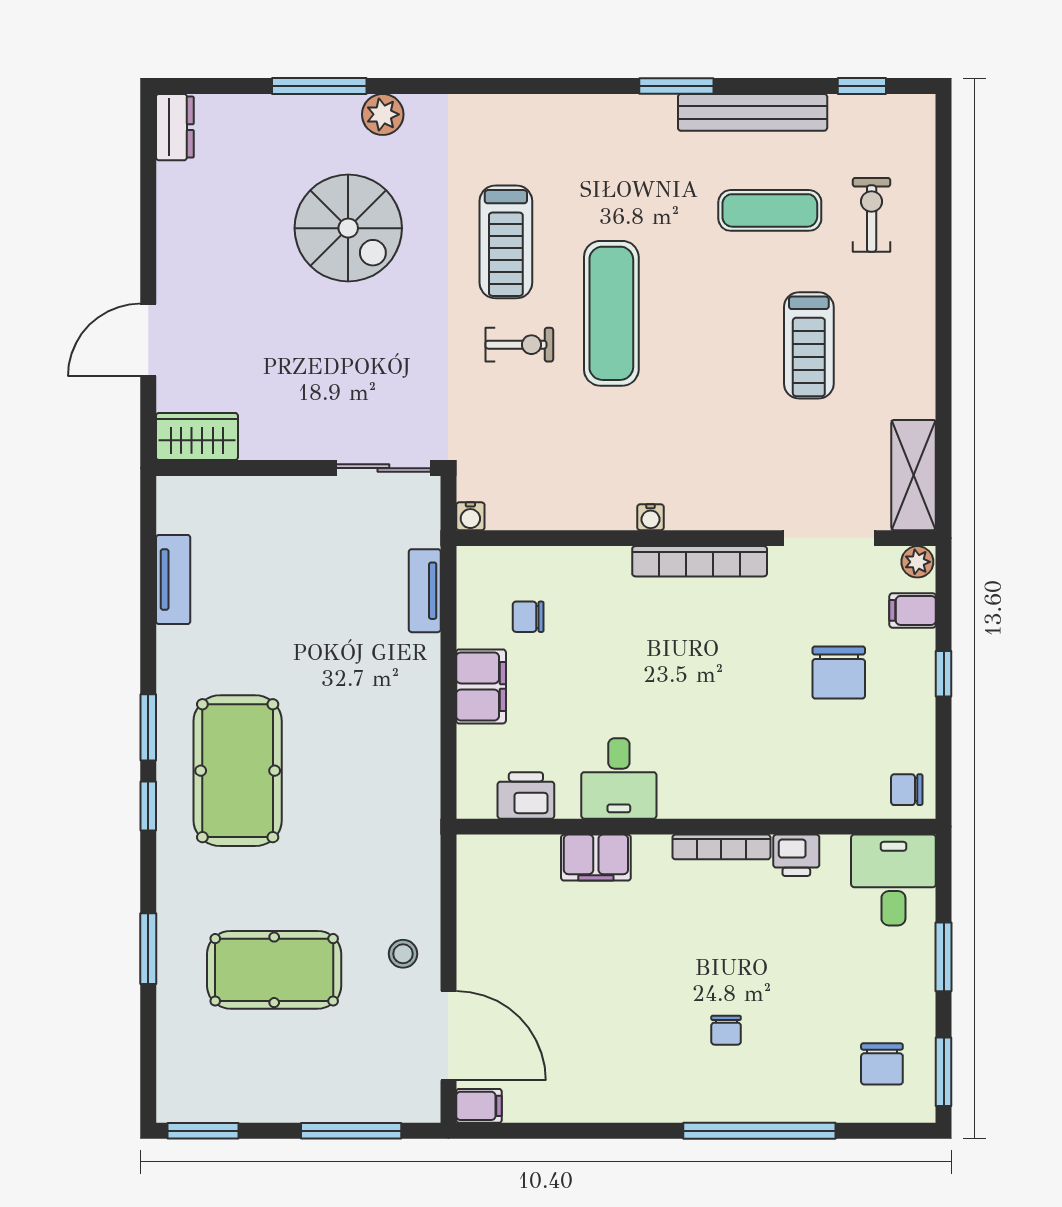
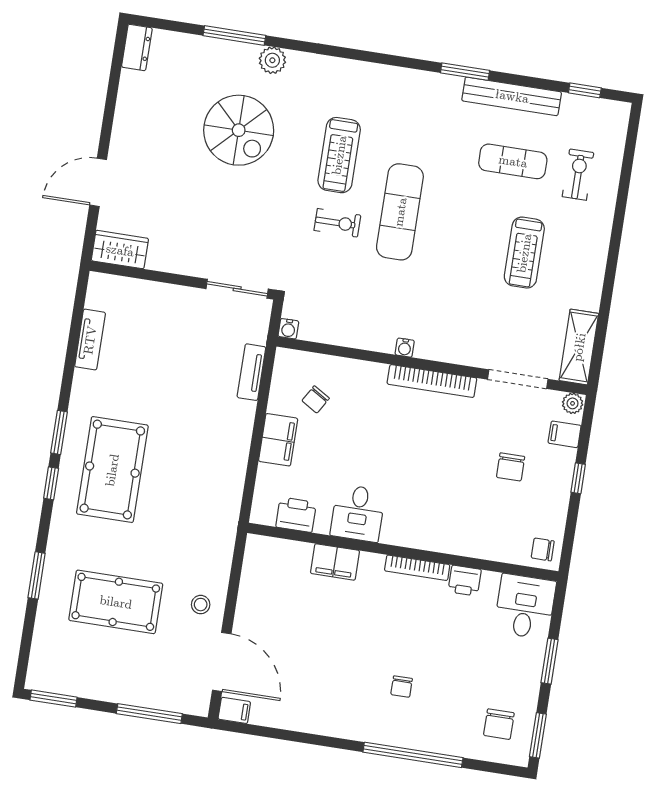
chair: (528, 617) -> (316, 399), turned -59
chair: (839, 672) -> (511, 467), width x0.73, depth x0.73

